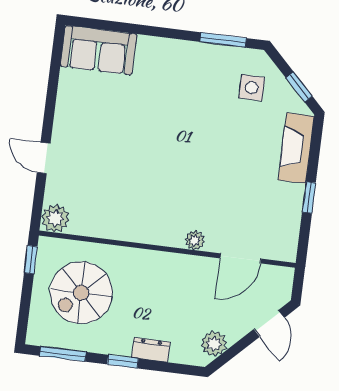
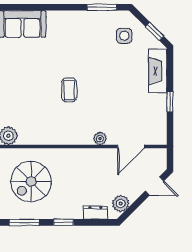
coffee table: (157, 160) -> (69, 90), added
door: (269, 323) -> (154, 186), hinge flipped
dresser: (151, 350) -> (95, 213), moved

